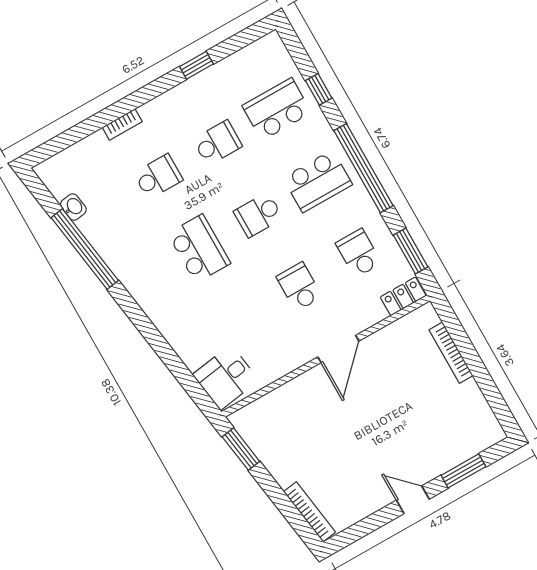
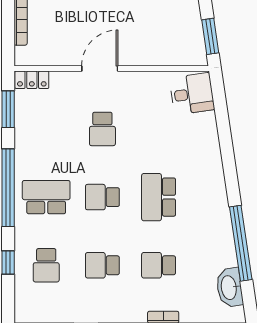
school desk: (277, 109) -> (46, 265), width x0.54
washbasin: (73, 207) -> (229, 288), width x1.91, depth x1.45
school desk: (258, 215) -> (102, 197), turned 180
school desk: (359, 253) -> (46, 129), removed

